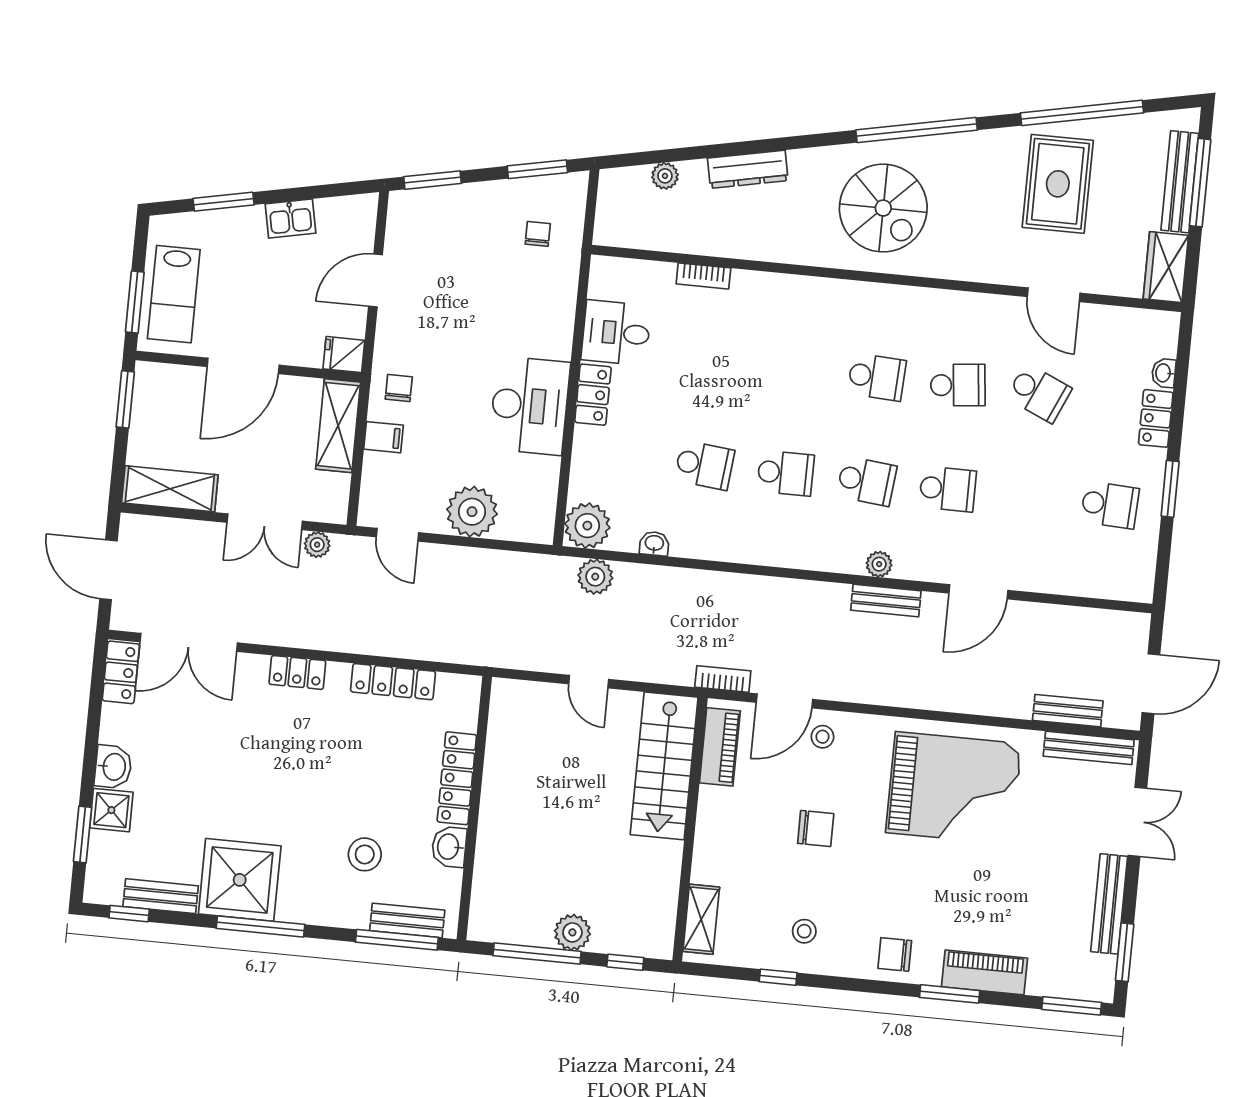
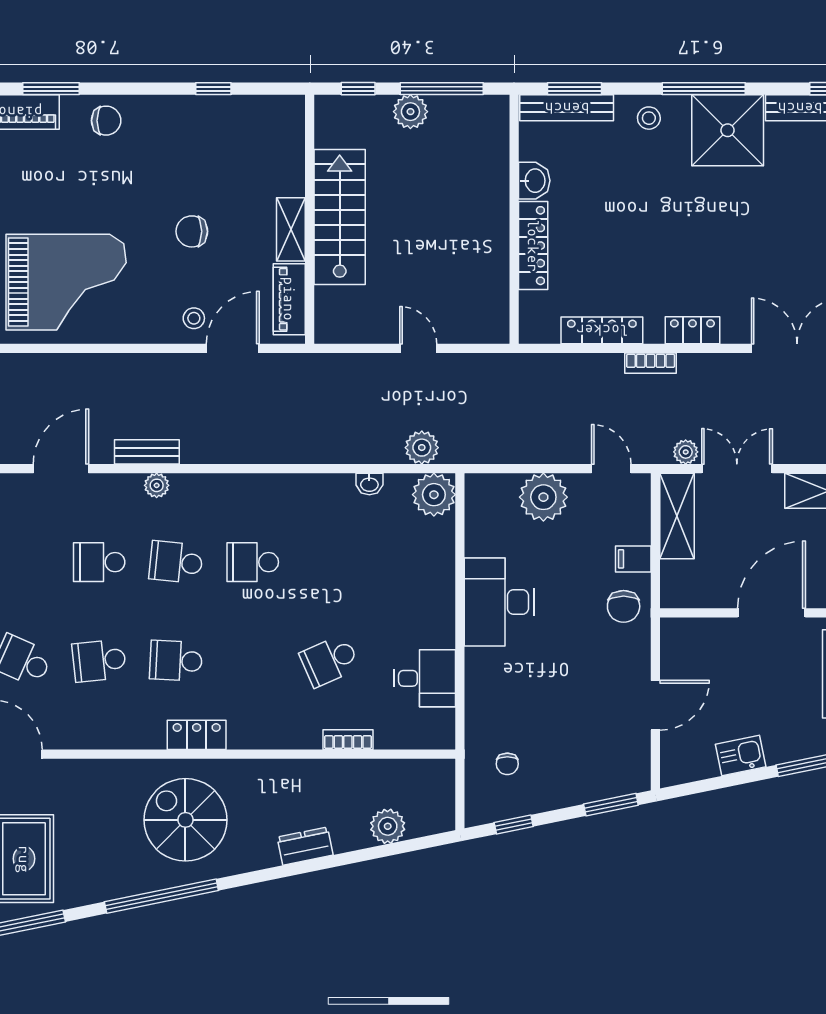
window: (537, 169) -> (514, 824), width x0.67
dresser: (748, 169) -> (305, 846), width x0.70
plant: (665, 176) -> (388, 826), width x1.38, depth x1.38
fridge: (344, 355) -> (678, 633), removed
chair: (399, 388) -> (624, 606), width x1.37, depth x1.37
locker: (593, 395) -> (197, 735), moved, turned 90
shelving: (338, 426) -> (677, 516), moved
school desk: (704, 465) -> (330, 661), moved, turned -30
bookcase: (723, 679) -> (651, 363), moved
stairs: (664, 766) -> (340, 217), moved
grand piano: (954, 788) -> (66, 282), turned 180
stool: (365, 854) -> (649, 118), moved, width x0.73, depth x0.73
shelving: (701, 919) -> (291, 229), moved
bench: (407, 920) -> (567, 108), width x1.36
stool: (804, 931) -> (193, 134), removed
window: (397, 940) -> (574, 89), width x0.69

